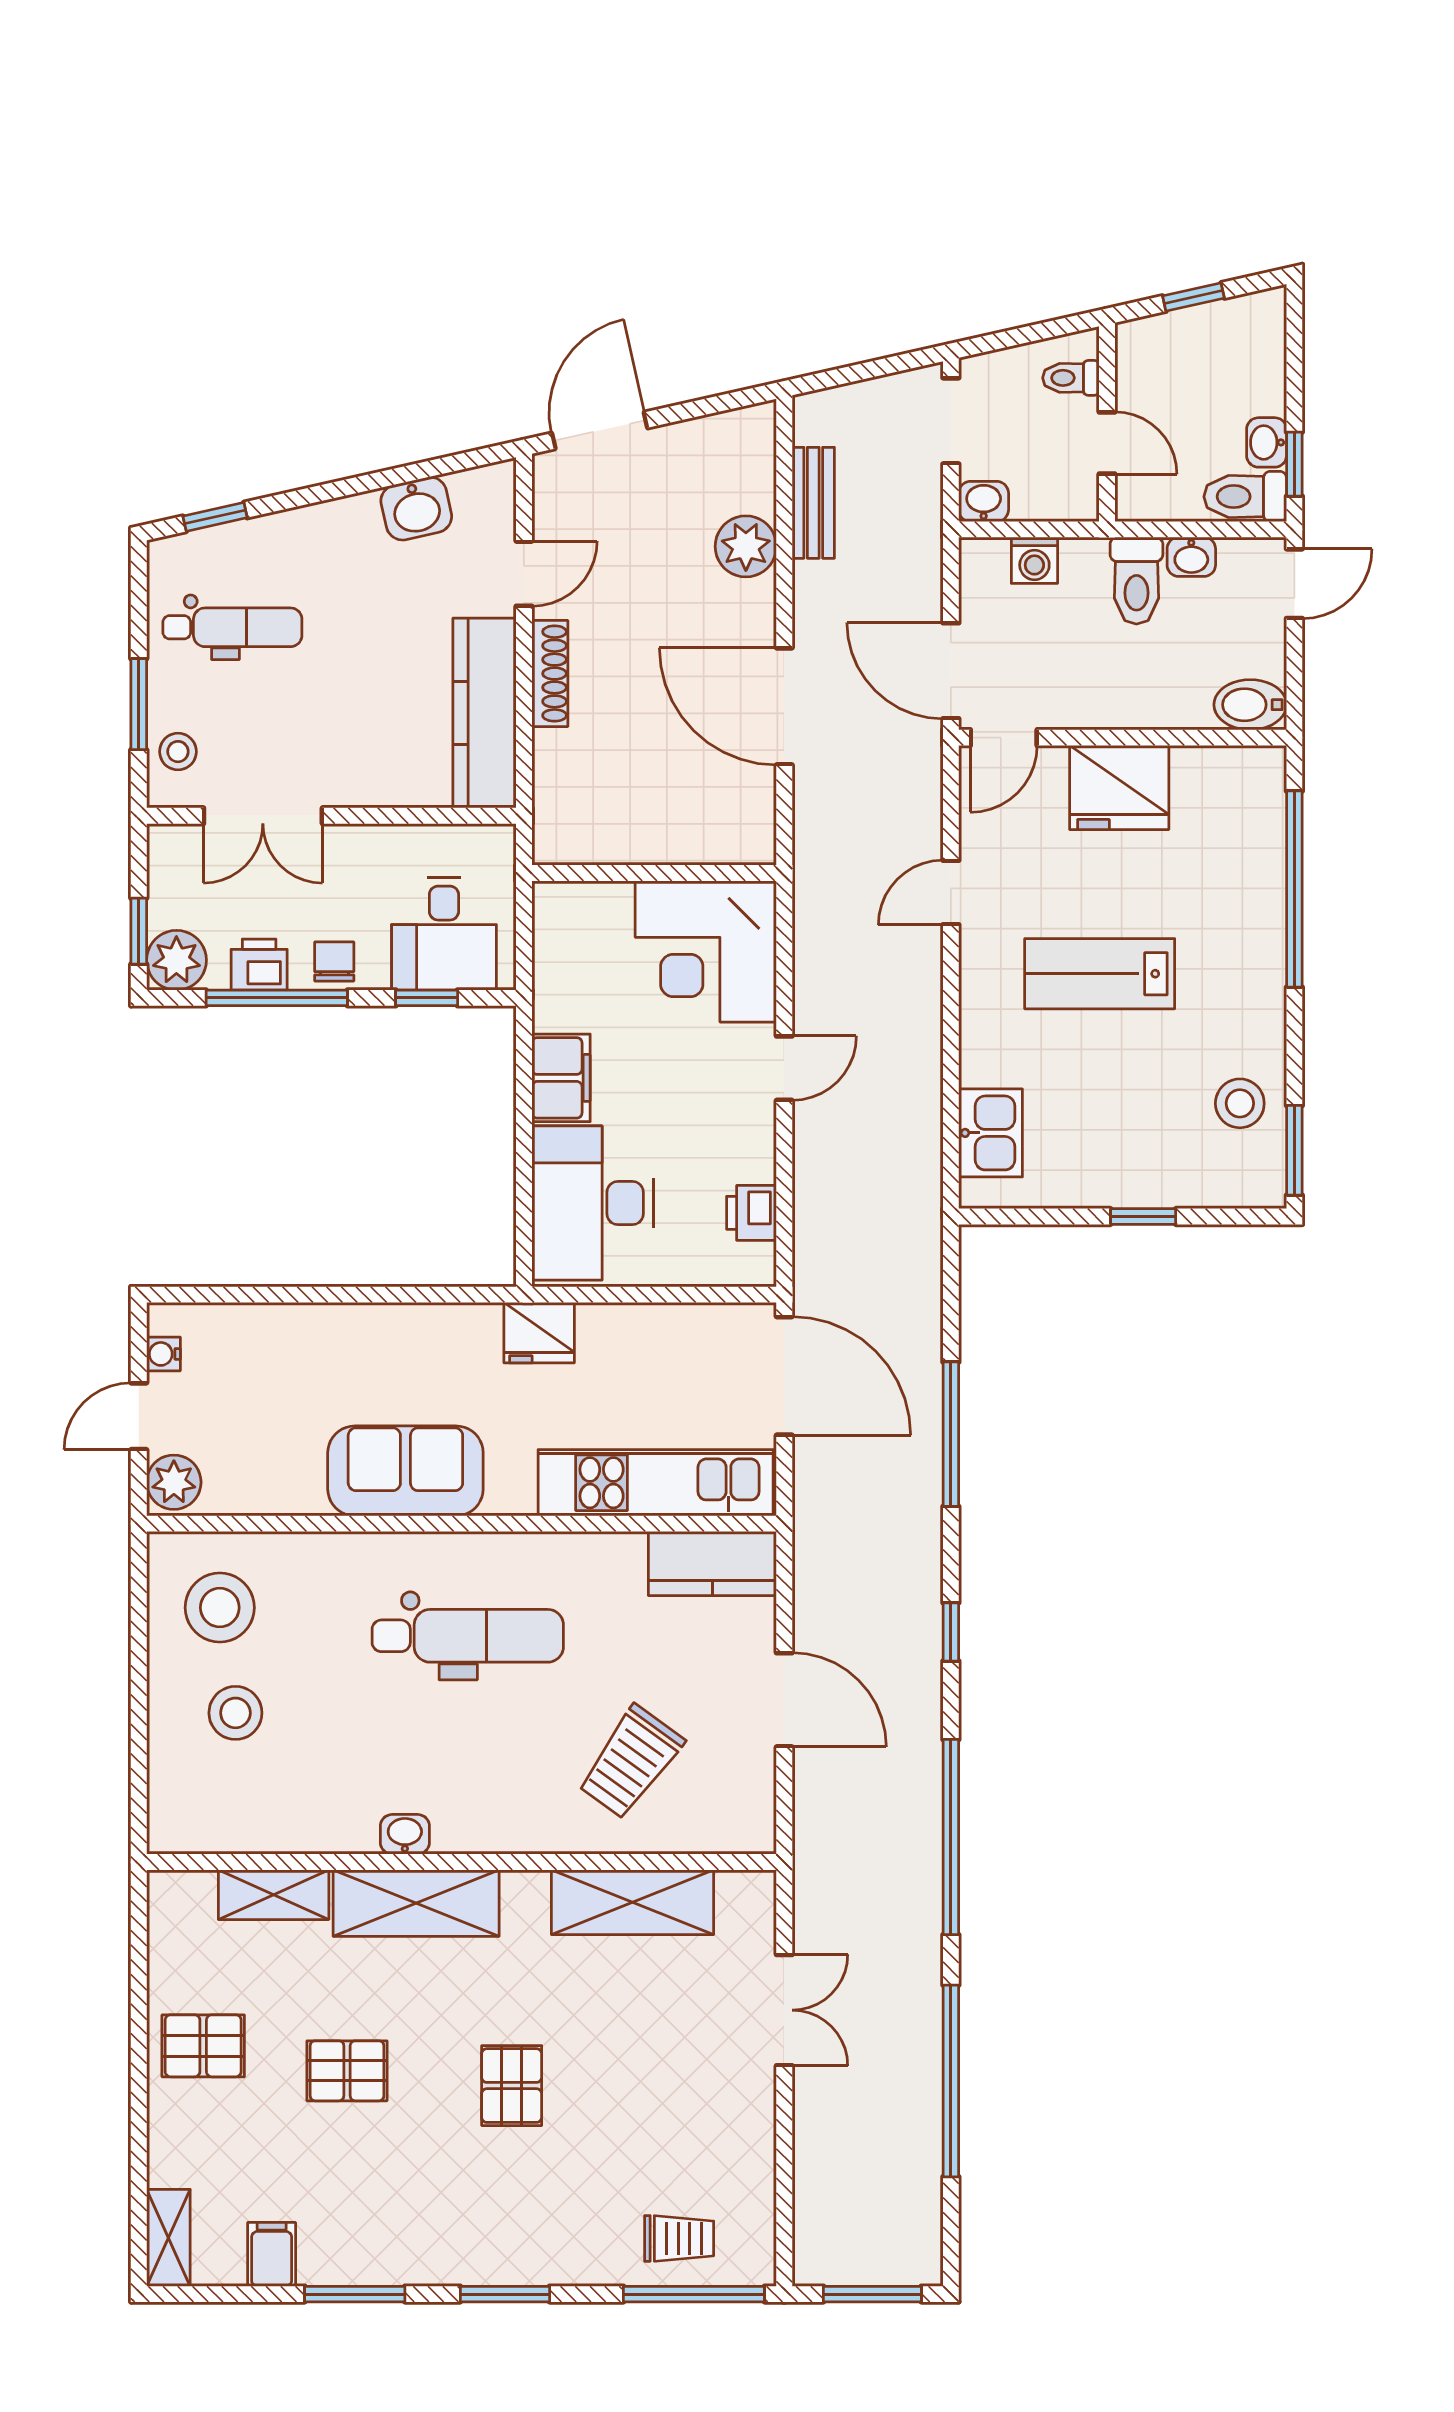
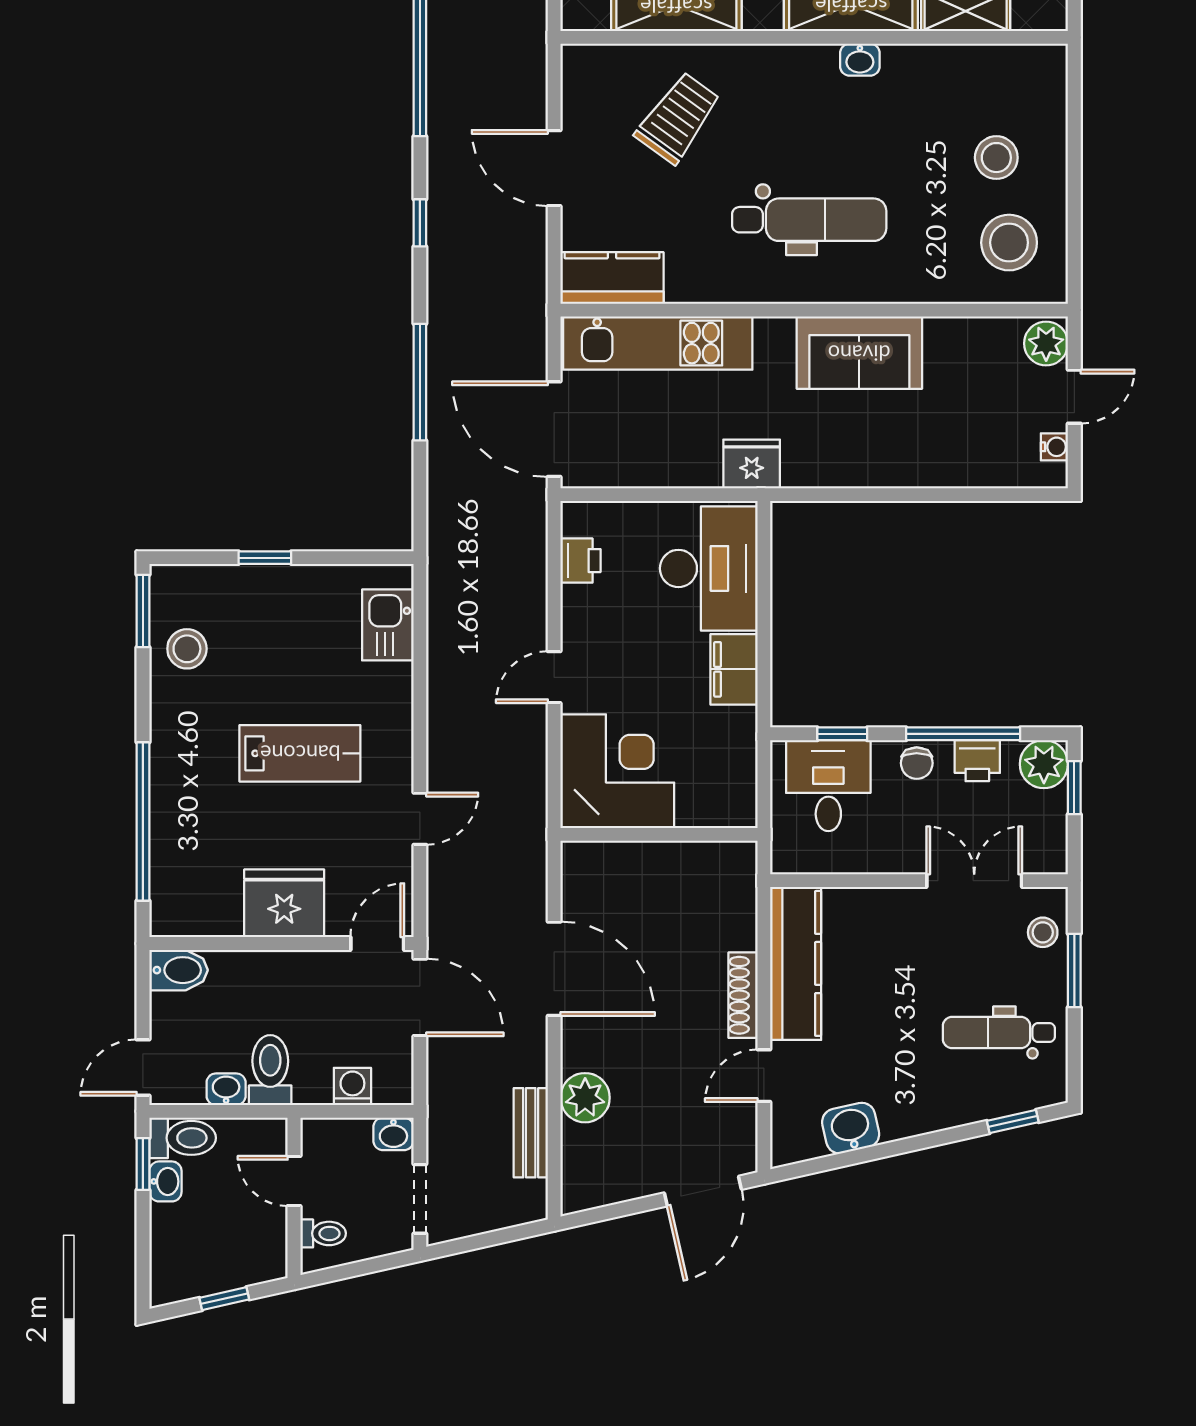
dental chair: (468, 1636) -> (809, 220), turned 180

